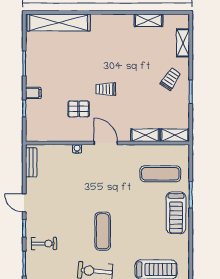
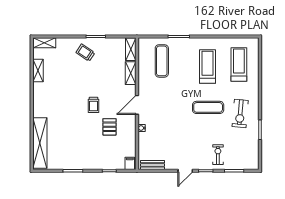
shelving: (183, 43) -> (44, 43), moved
filing cabinet: (33, 93) -> (130, 163), moved
treadmill: (176, 213) -> (207, 67), moved, turned -90

